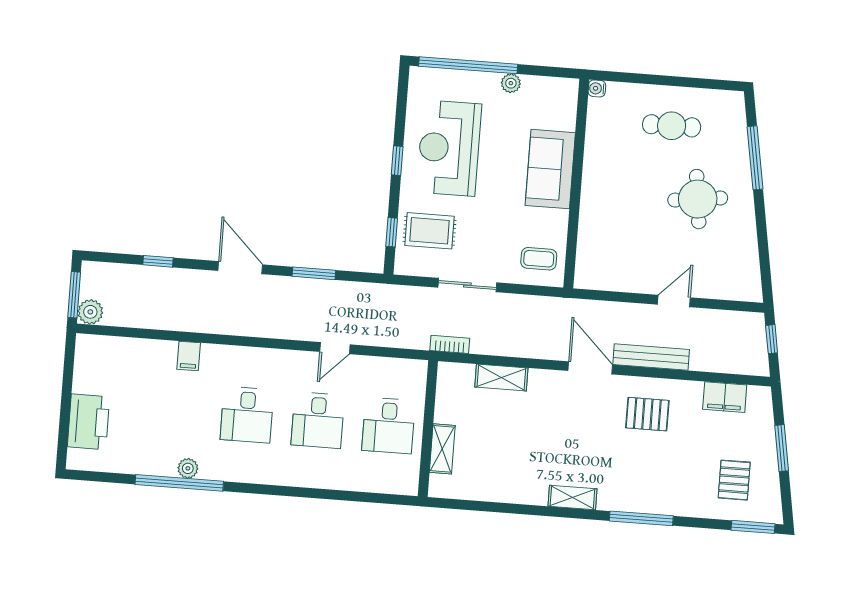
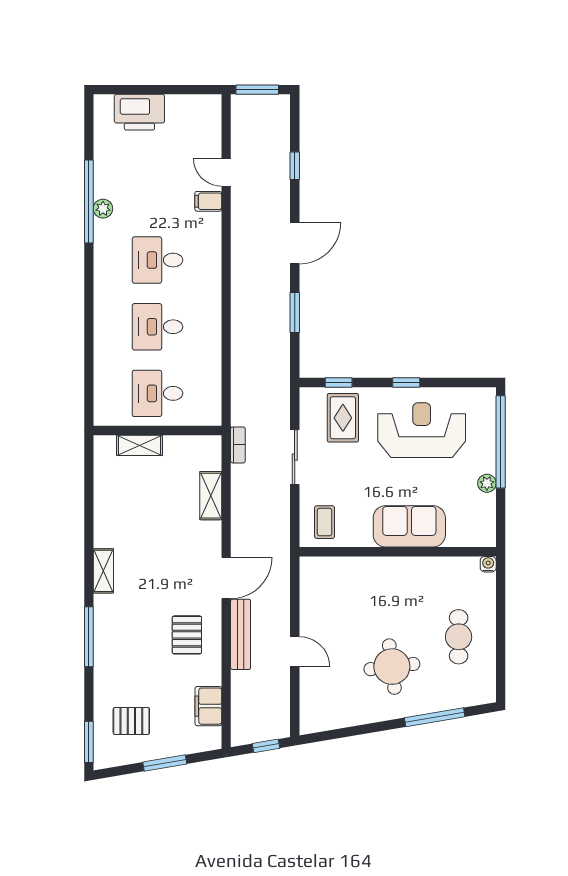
plant: (90, 312) -> (243, 106), removed
door: (335, 348) -> (226, 172), moved

